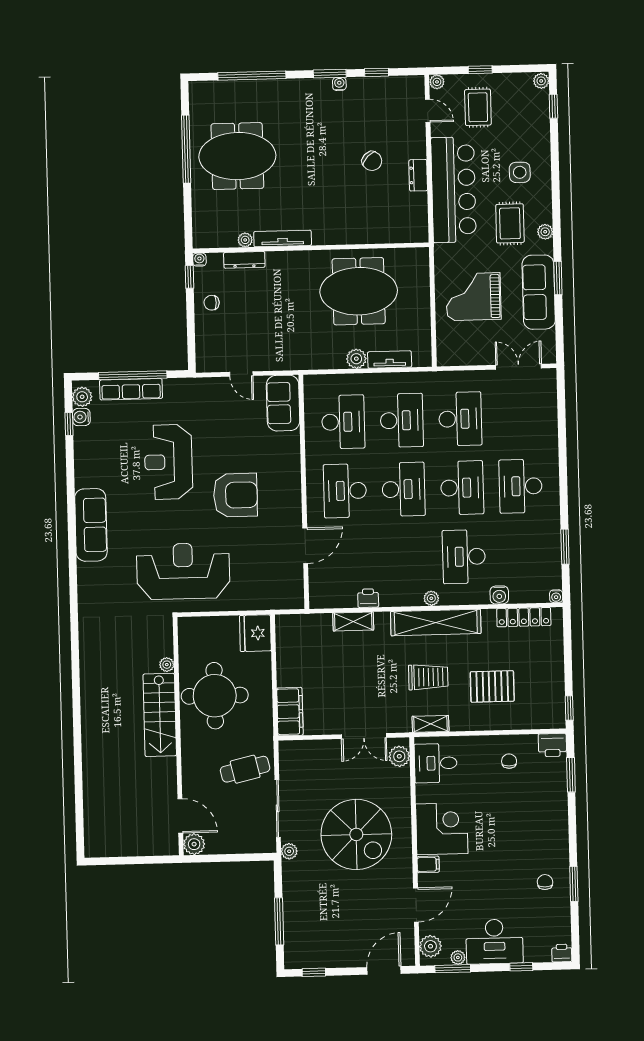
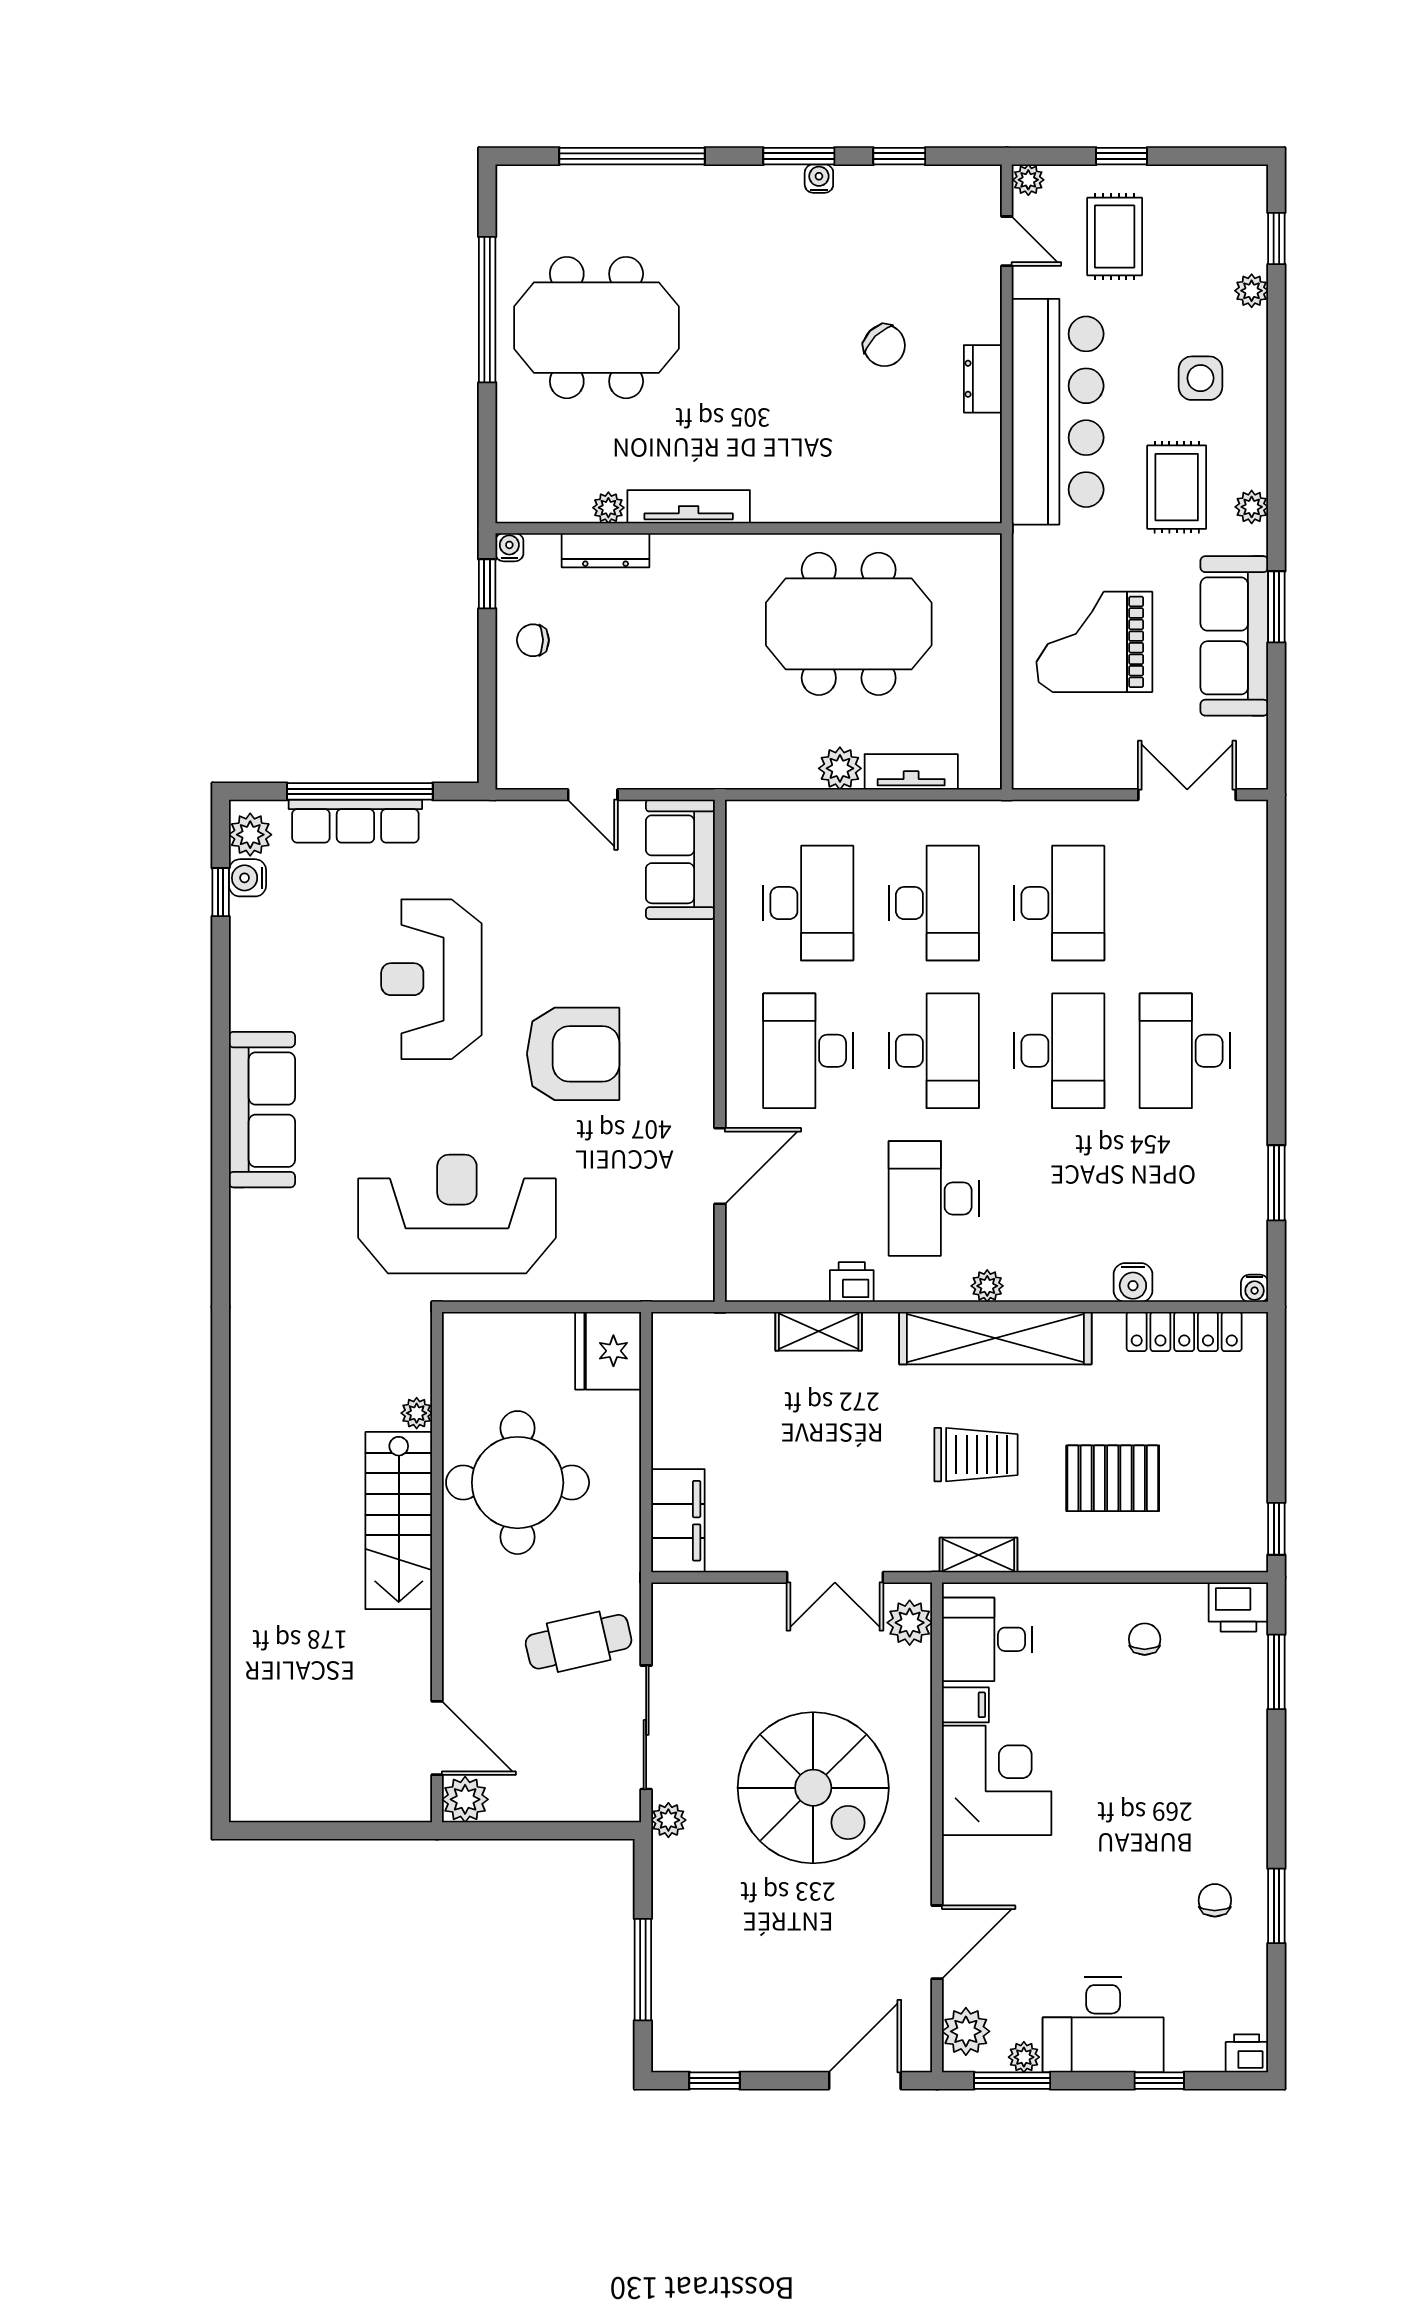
plant: (541, 81) -> (1252, 291), moved
desk: (464, 557) -> (934, 1198), moved
filing cabinet: (428, 864) -> (965, 1705), moved

